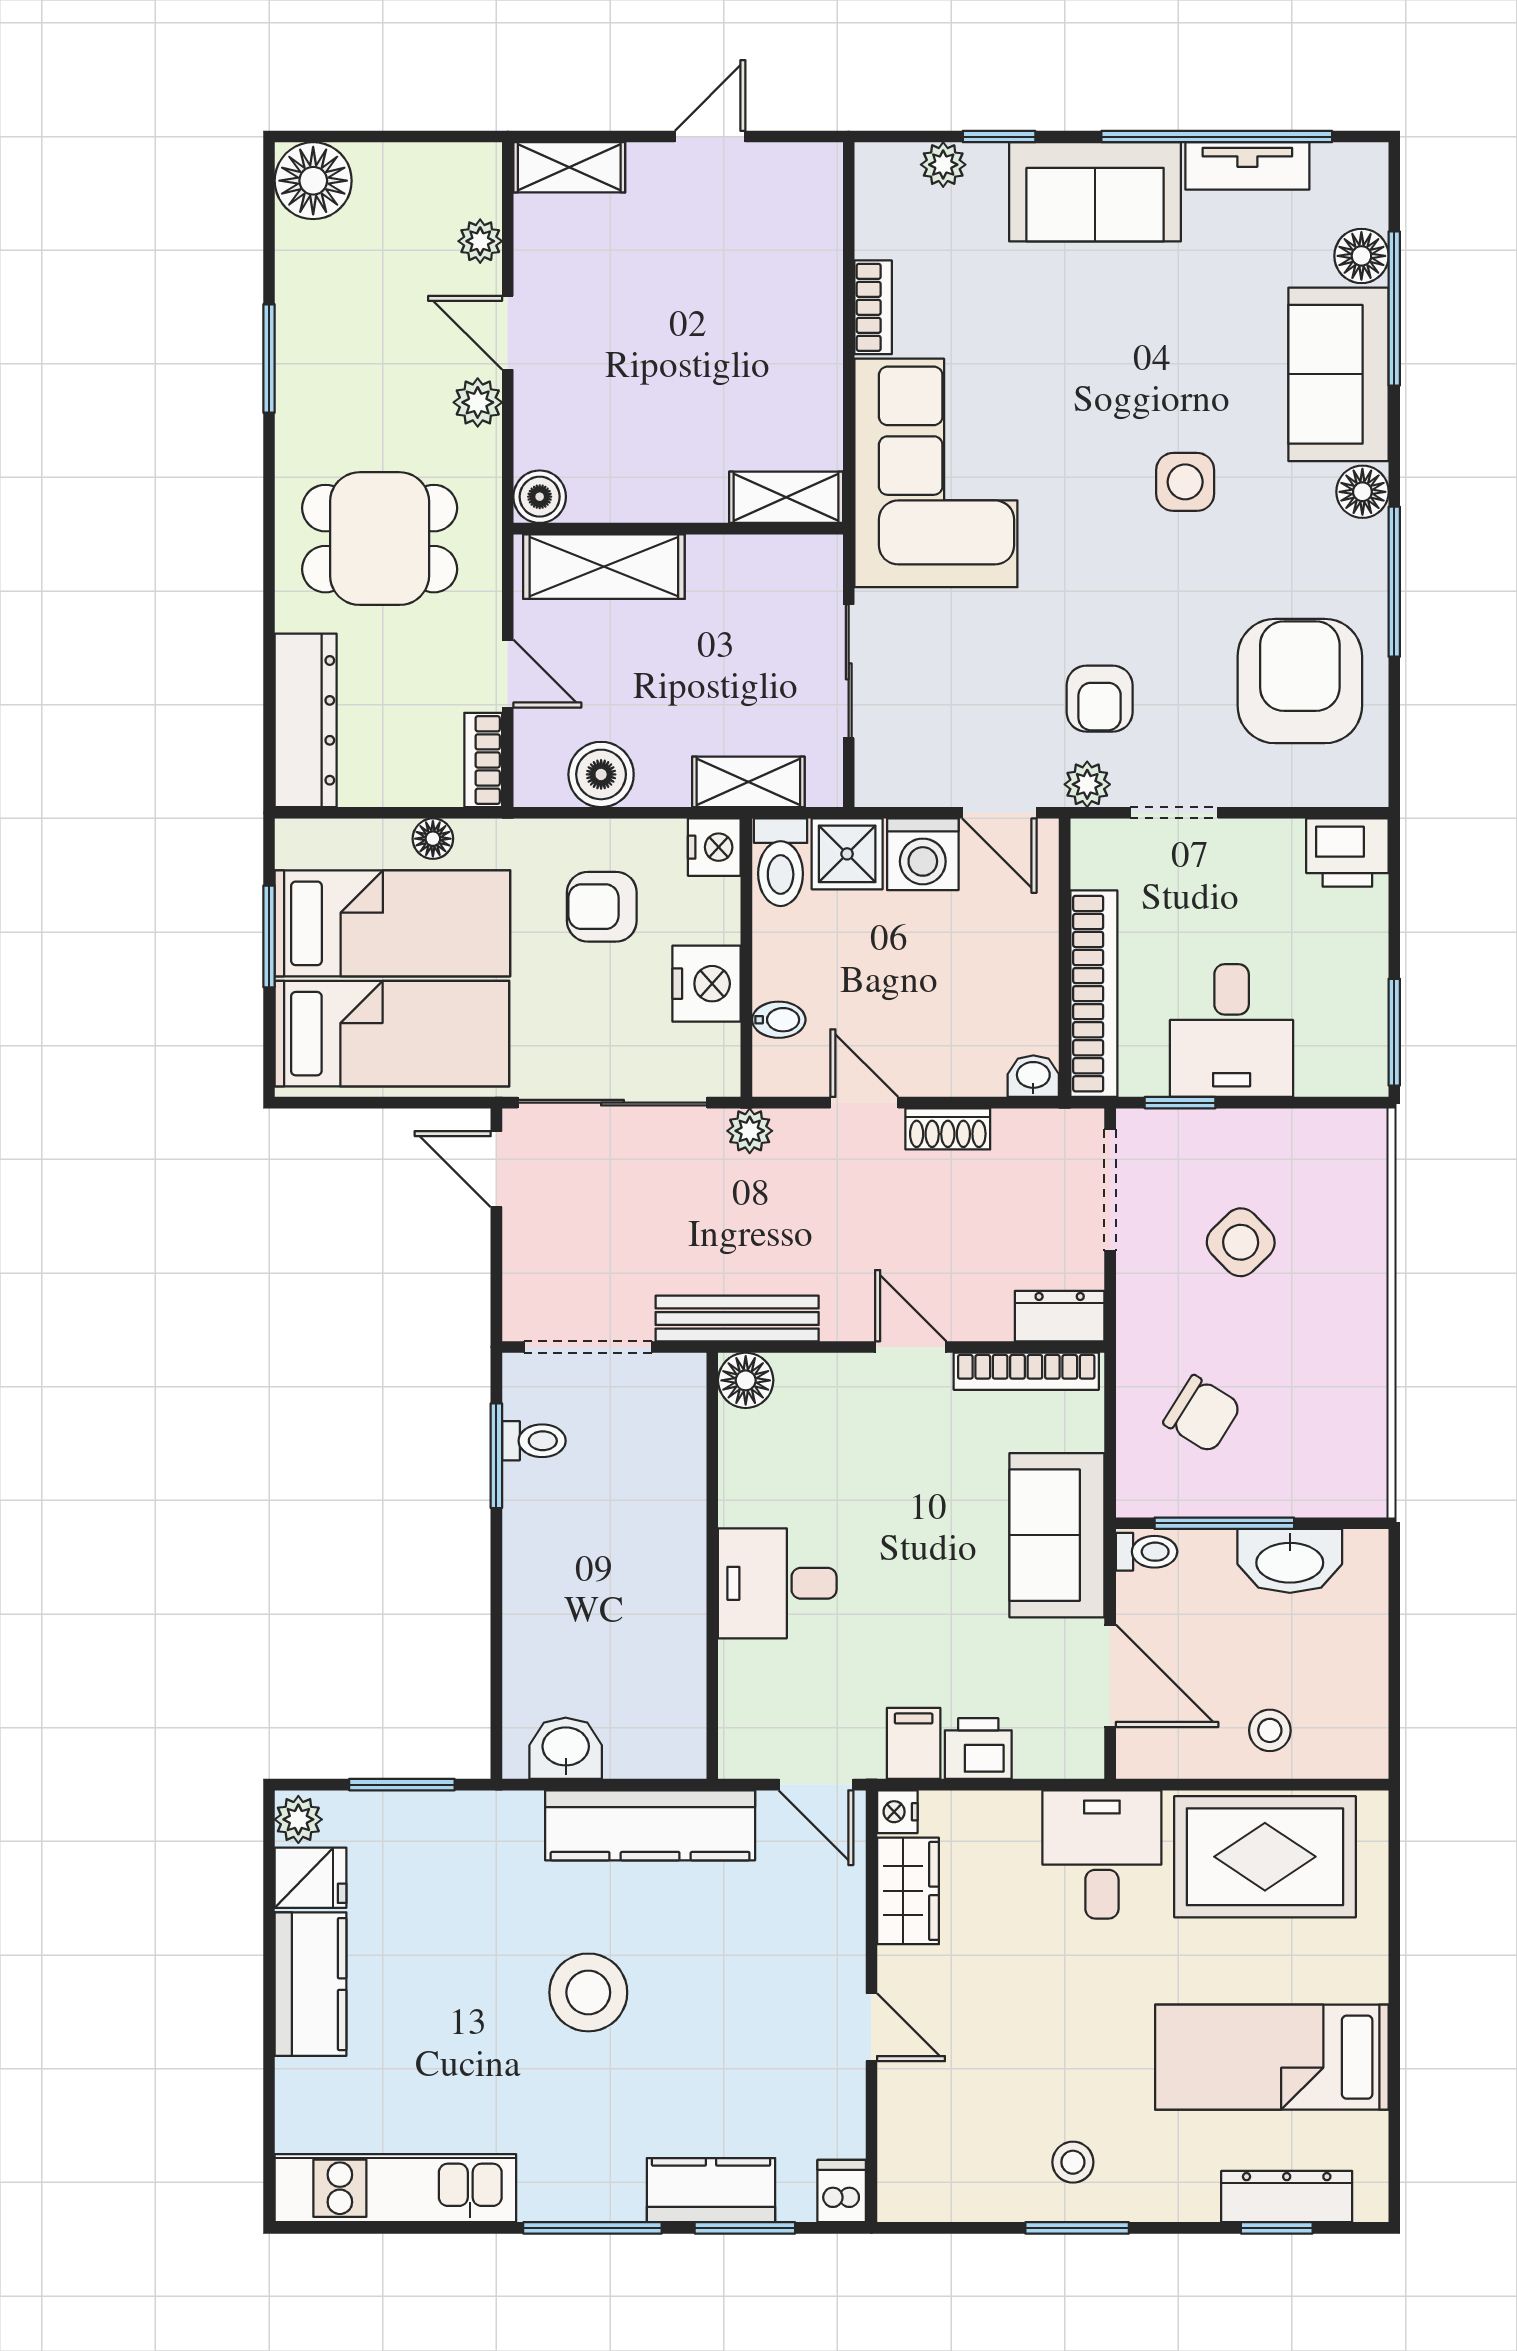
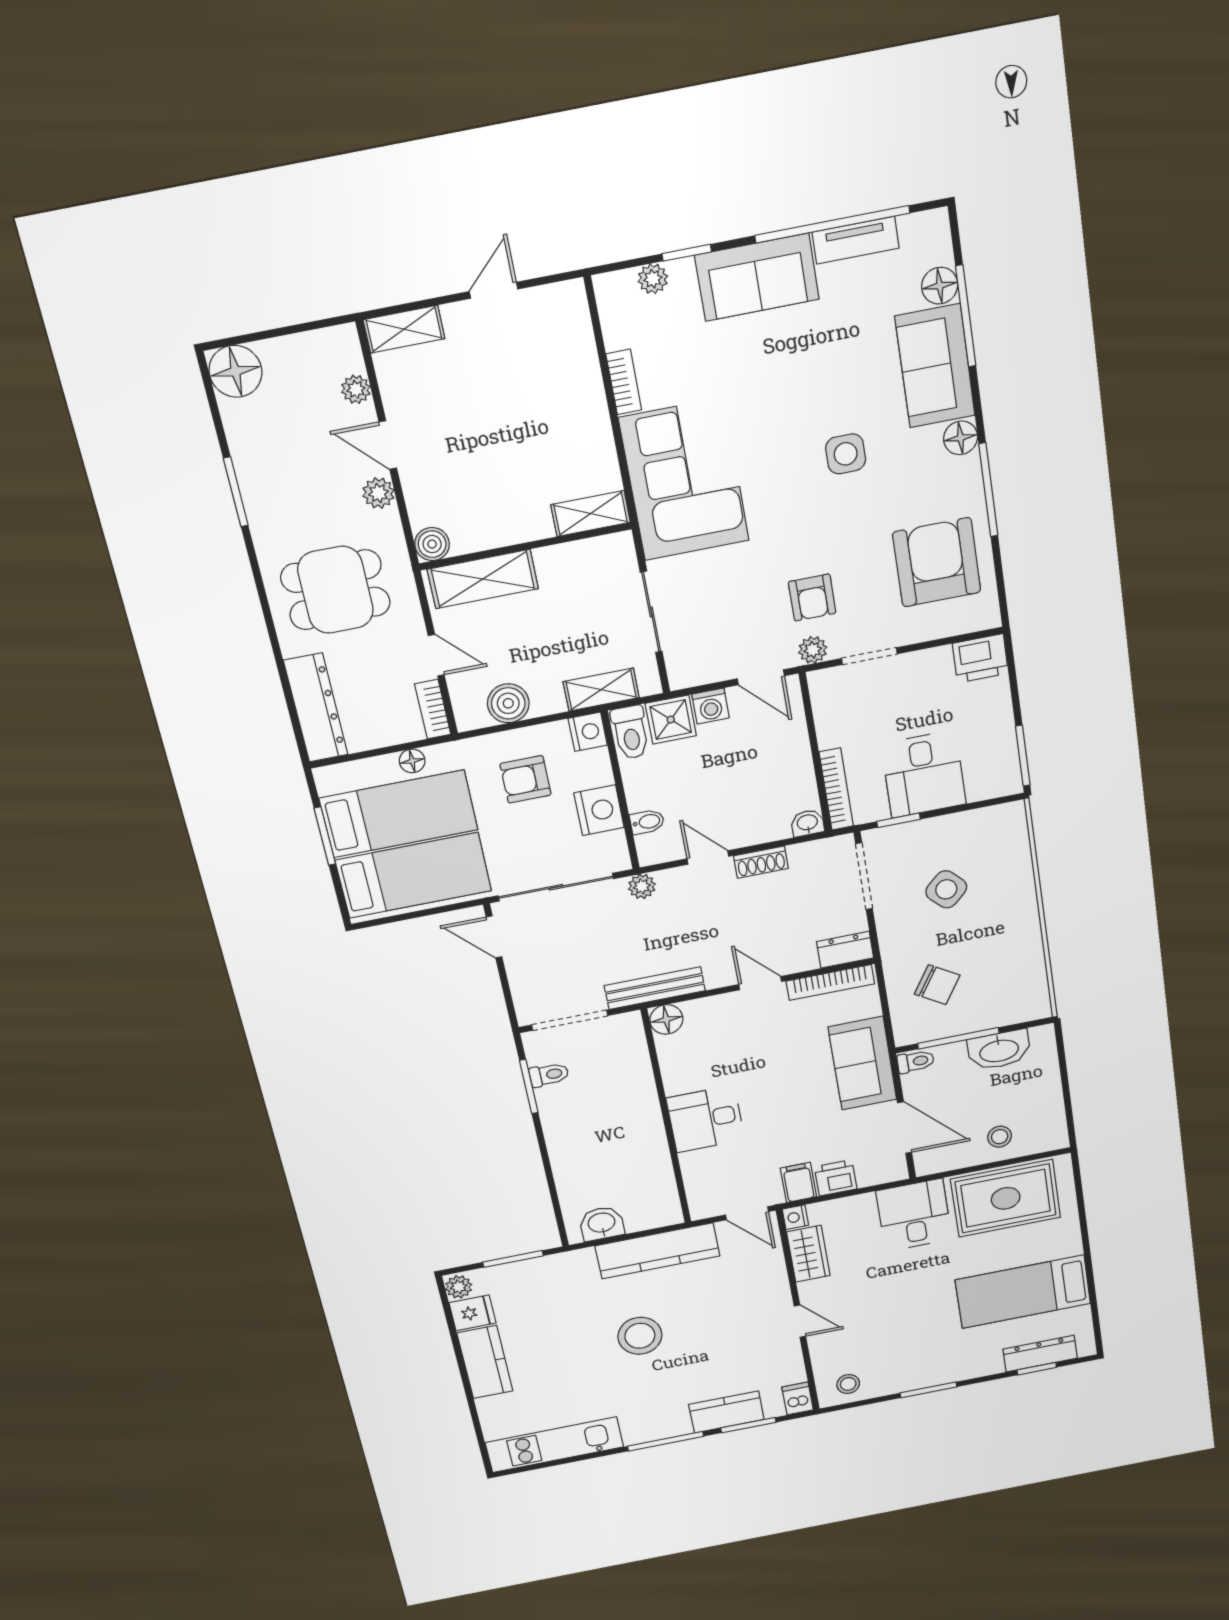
washing machine: (923, 854) -> (711, 706), width x0.73, depth x0.73
bookcase: (1094, 994) -> (836, 789), width x0.68, depth x0.76
stool: (1073, 2162) -> (848, 1384), moved

